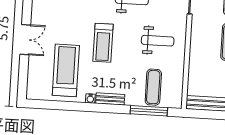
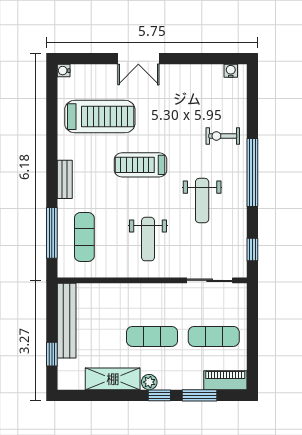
exercise mat: (153, 87) -> (84, 237), turned 90
water cooler: (90, 99) -> (64, 71), moved

